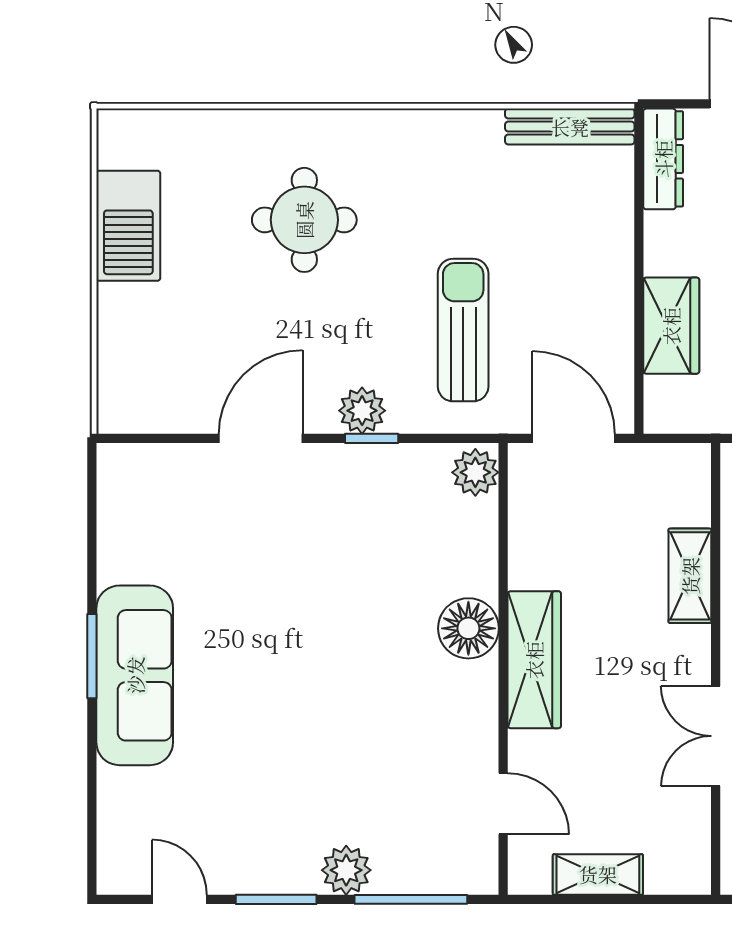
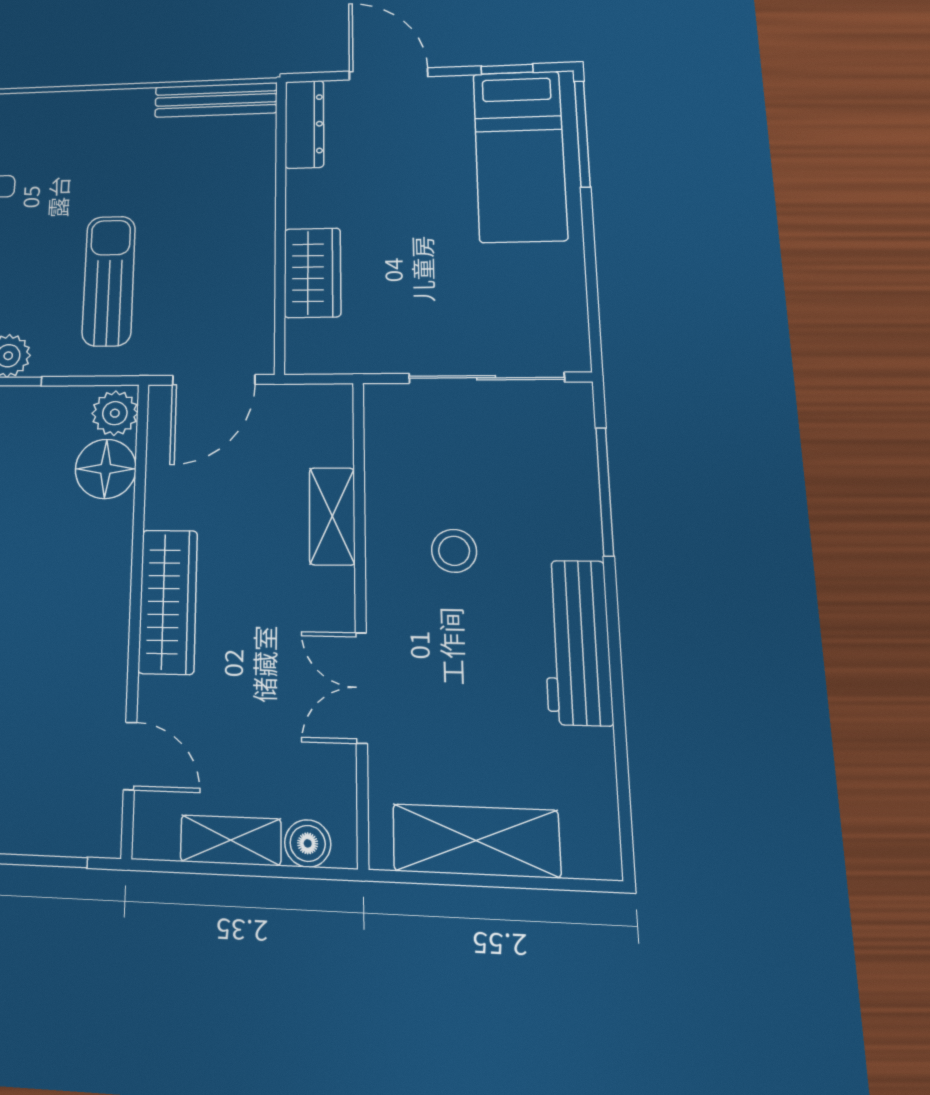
door: (574, 438) -> (214, 380), swing flipped
floor lamp: (468, 628) -> (106, 469), moved
boiler: (667, 874) -> (308, 843), added

